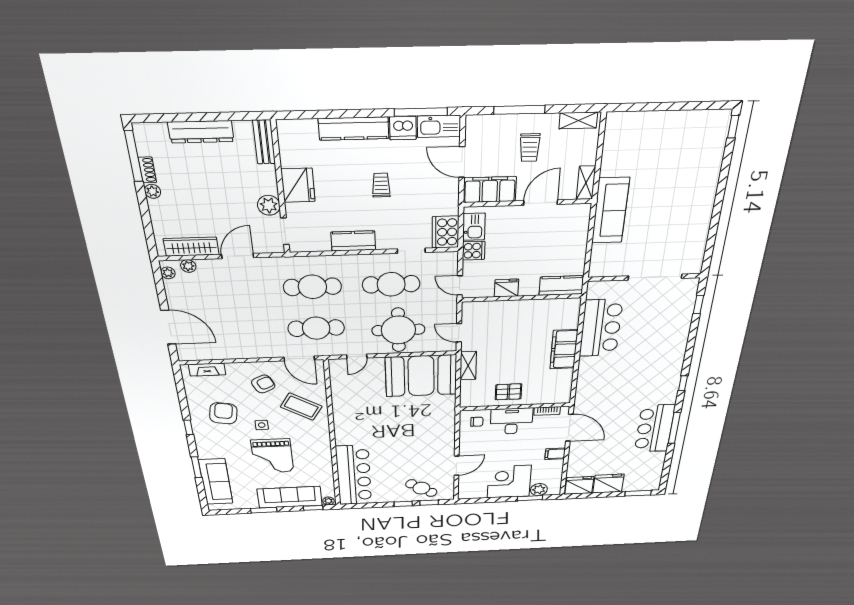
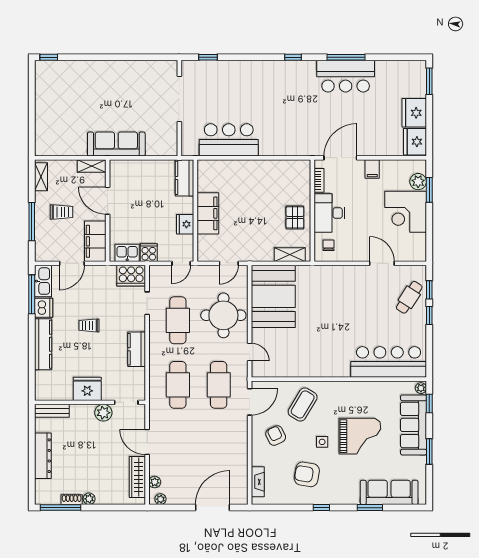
filing cabinet: (564, 349) -> (208, 213), moved, turned -90
shelving: (468, 366) -> (290, 255), moved

